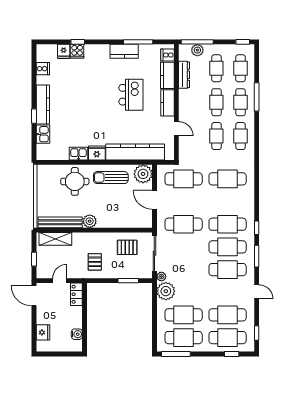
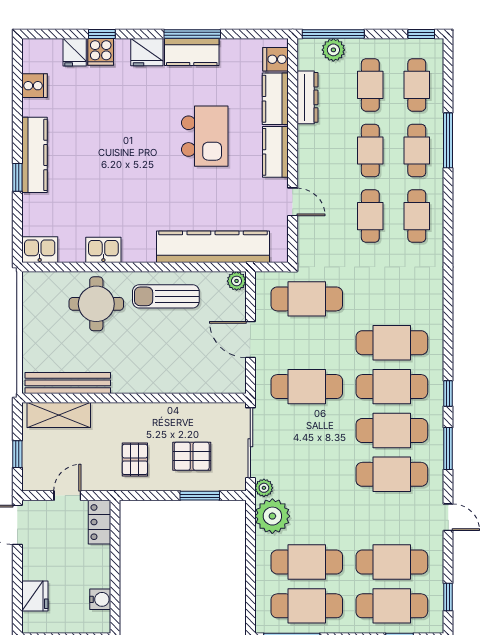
window: (138, 42) -> (192, 34), moved
kitchen sink: (43, 134) -> (40, 250), moved, turned -90
fridge: (97, 153) -> (147, 52), moved, turned 180
plant: (143, 174) -> (237, 281), width x0.53, depth x0.53
cafe table: (228, 179) -> (392, 343), moved
plant: (90, 221) -> (125, 381), removed
pallet: (127, 247) -> (192, 456), moved

